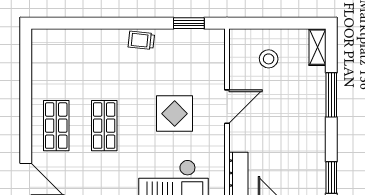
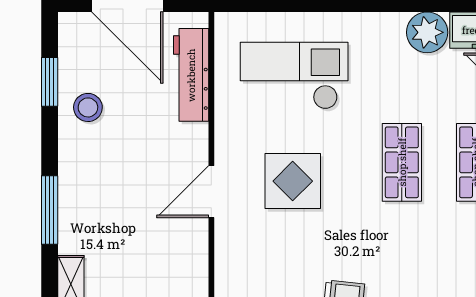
stool: (269, 59) -> (88, 107), moved

